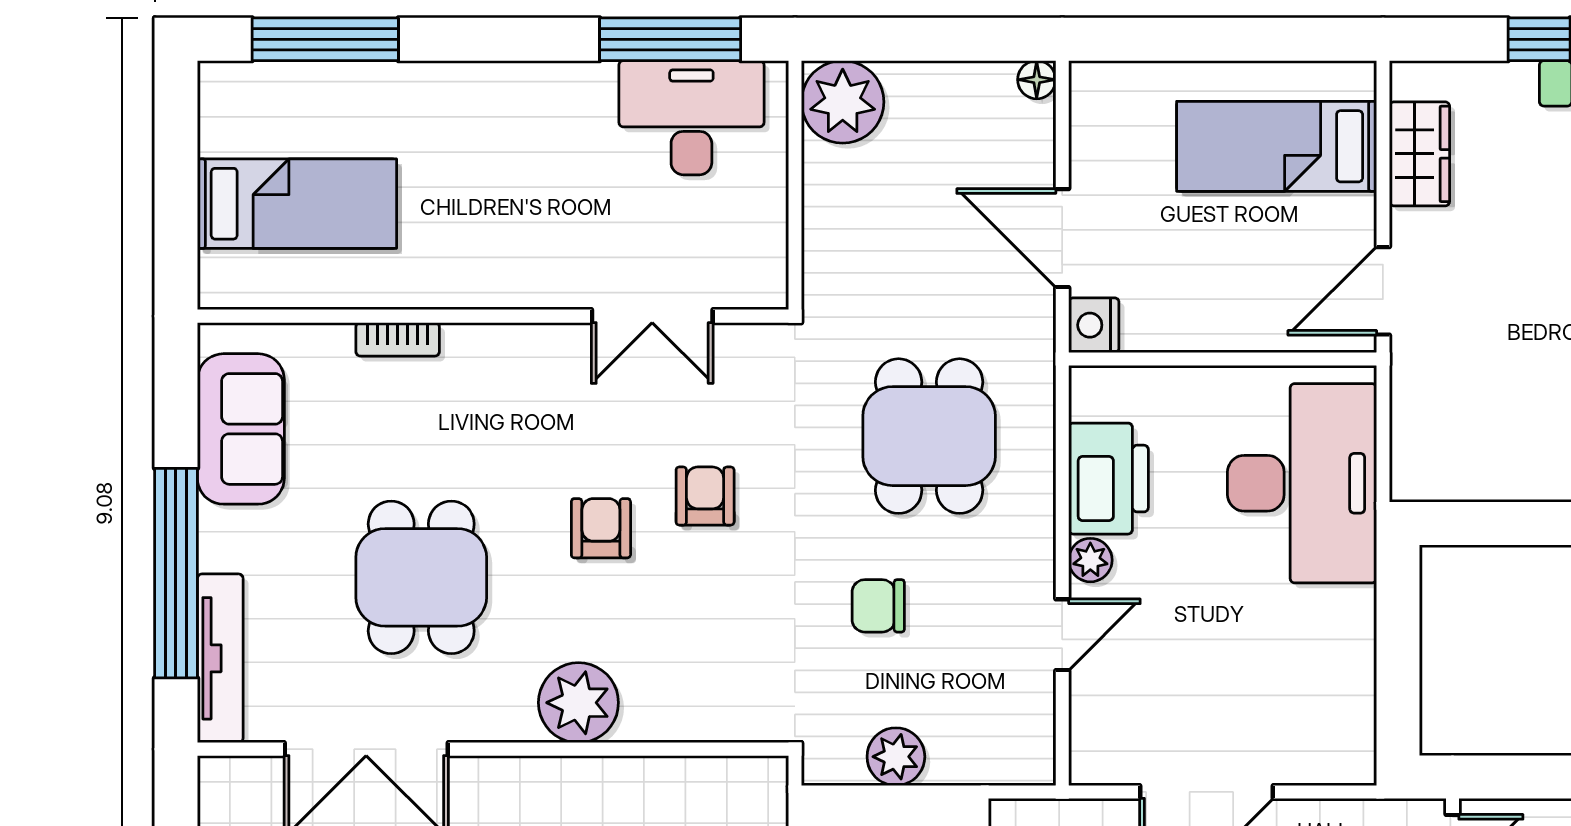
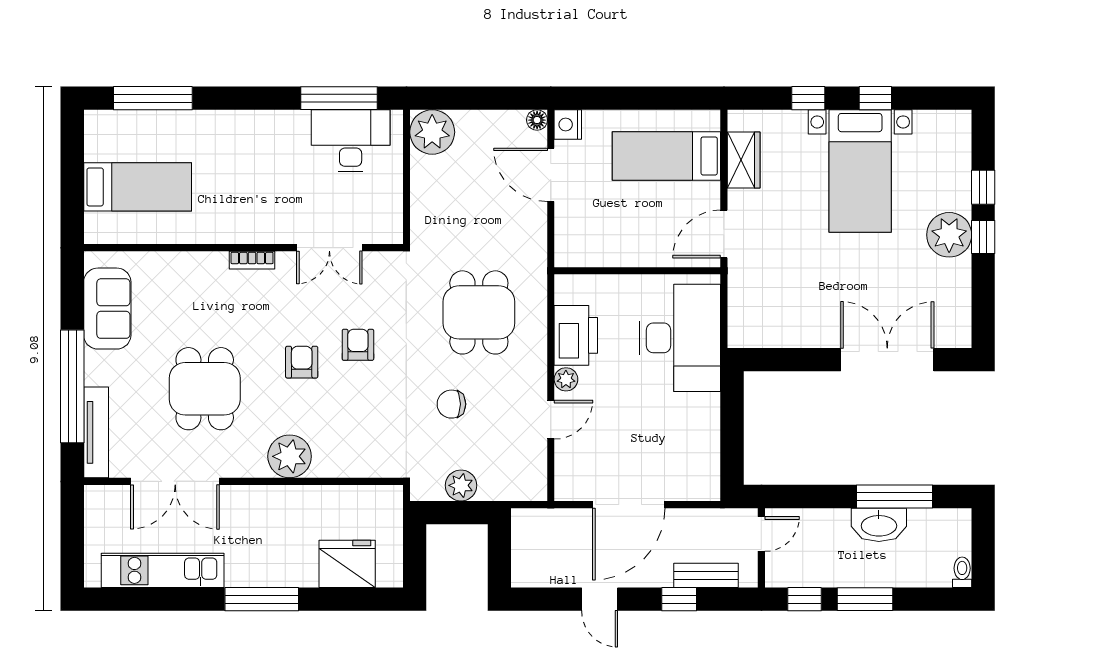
door: (1062, 238) -> (551, 175), moved
nightstand: (1094, 325) -> (568, 124), moved
bookcase: (398, 339) -> (252, 260), moved

